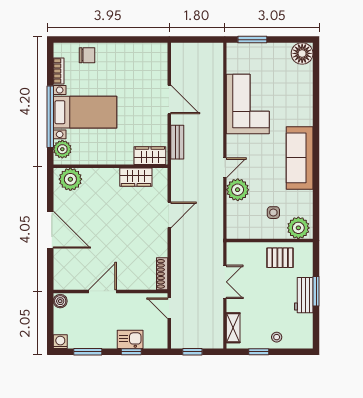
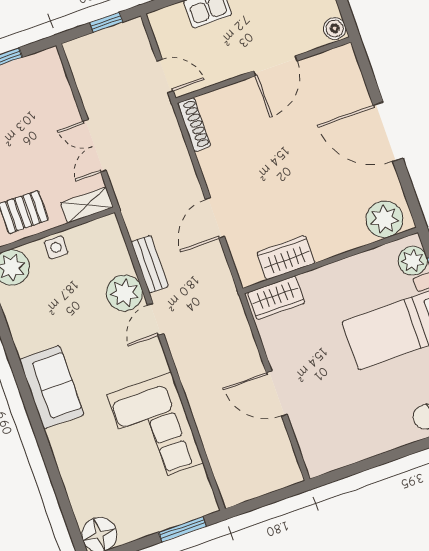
bench: (177, 142) -> (150, 264), moved
sofa: (300, 158) -> (52, 387), width x0.73
side table: (273, 213) -> (56, 247), moved
shelving: (233, 328) -> (87, 205), moved, turned 90

